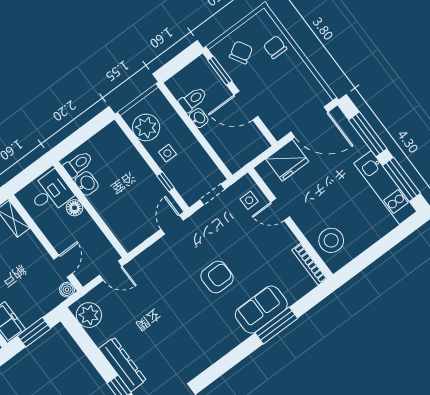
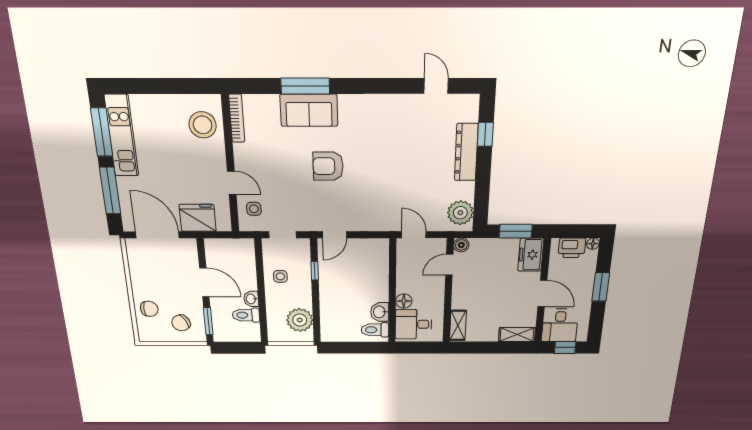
chair: (275, 47) -> (149, 309), turned -90
side table: (167, 153) -> (280, 276), moved

